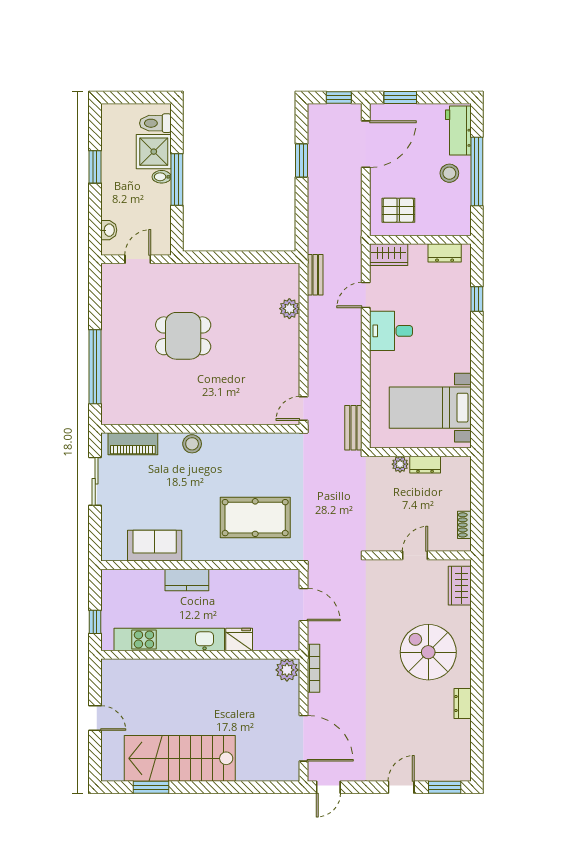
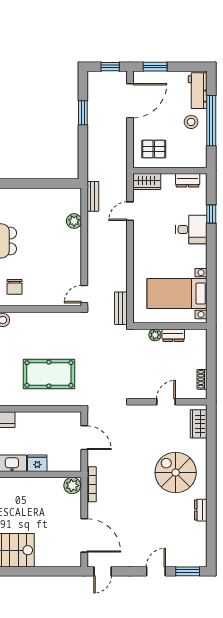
desk: (391, 331) -> (191, 229), moved, turned 180
chair: (208, 398) -> (14, 287), added

